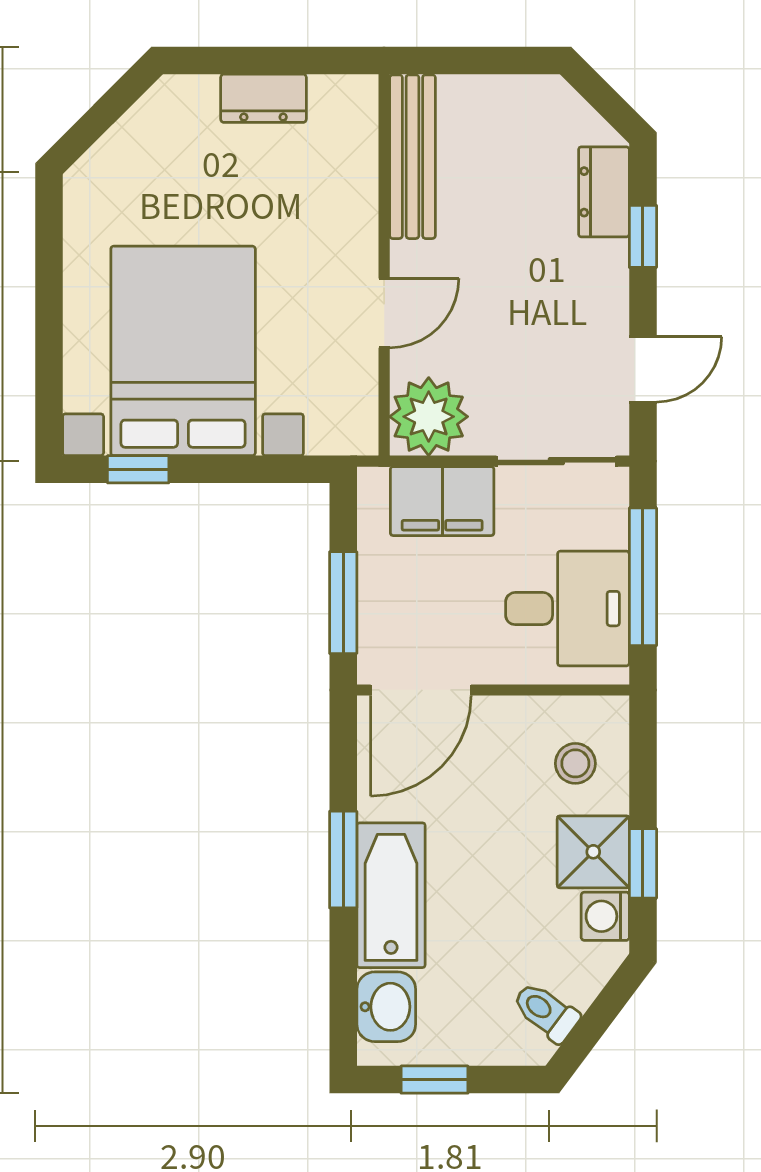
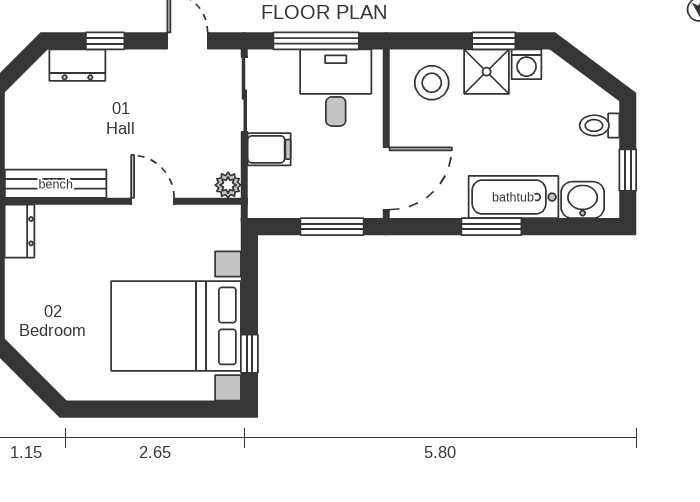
dresser: (263, 98) -> (19, 231), moved
plant: (429, 417) -> (228, 185), width x0.53, depth x0.53
filing cabinet: (442, 501) -> (269, 149), width x0.50
door: (421, 690) -> (386, 179), hinge flipped
stool: (575, 763) -> (432, 83), width x1.37, depth x1.37
toilet: (546, 1012) -> (599, 125), moved, turned 53

